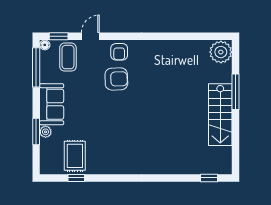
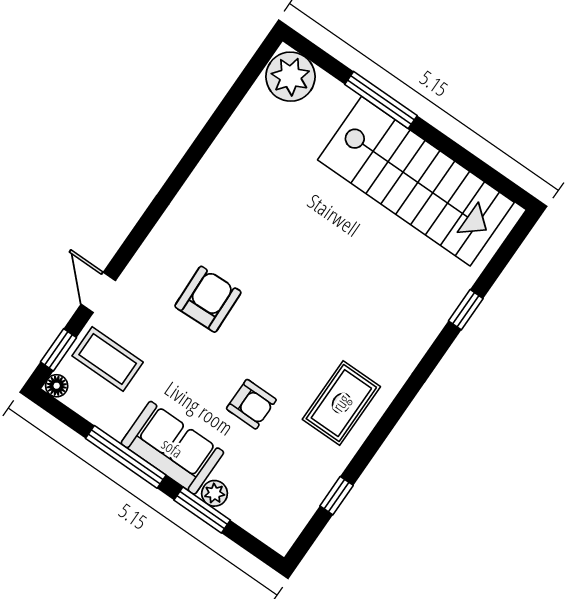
armchair: (119, 52) -> (251, 404), moved
window: (36, 67) -> (126, 457), moved
stairs: (220, 115) -> (416, 181), width x1.36, depth x1.51
rug: (75, 156) -> (341, 403), moved, turned 90
window: (209, 178) -> (466, 310), moved

